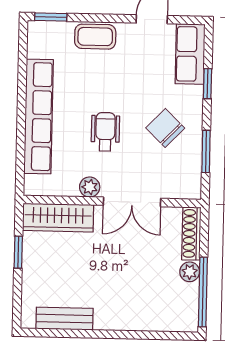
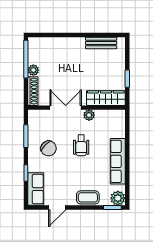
plant: (40, 34) -> (118, 198), added
row of seats: (39, 117) -> (118, 161), width x0.73

